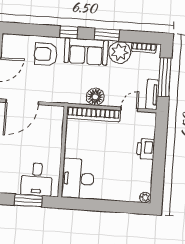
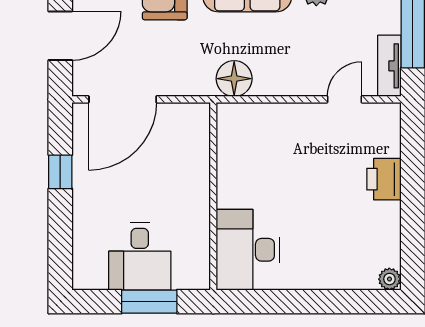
floor lamp: (95, 97) -> (234, 79), moved
bookcase: (93, 114) -> (271, 115), removed
desk: (37, 179) -> (140, 257), moved

